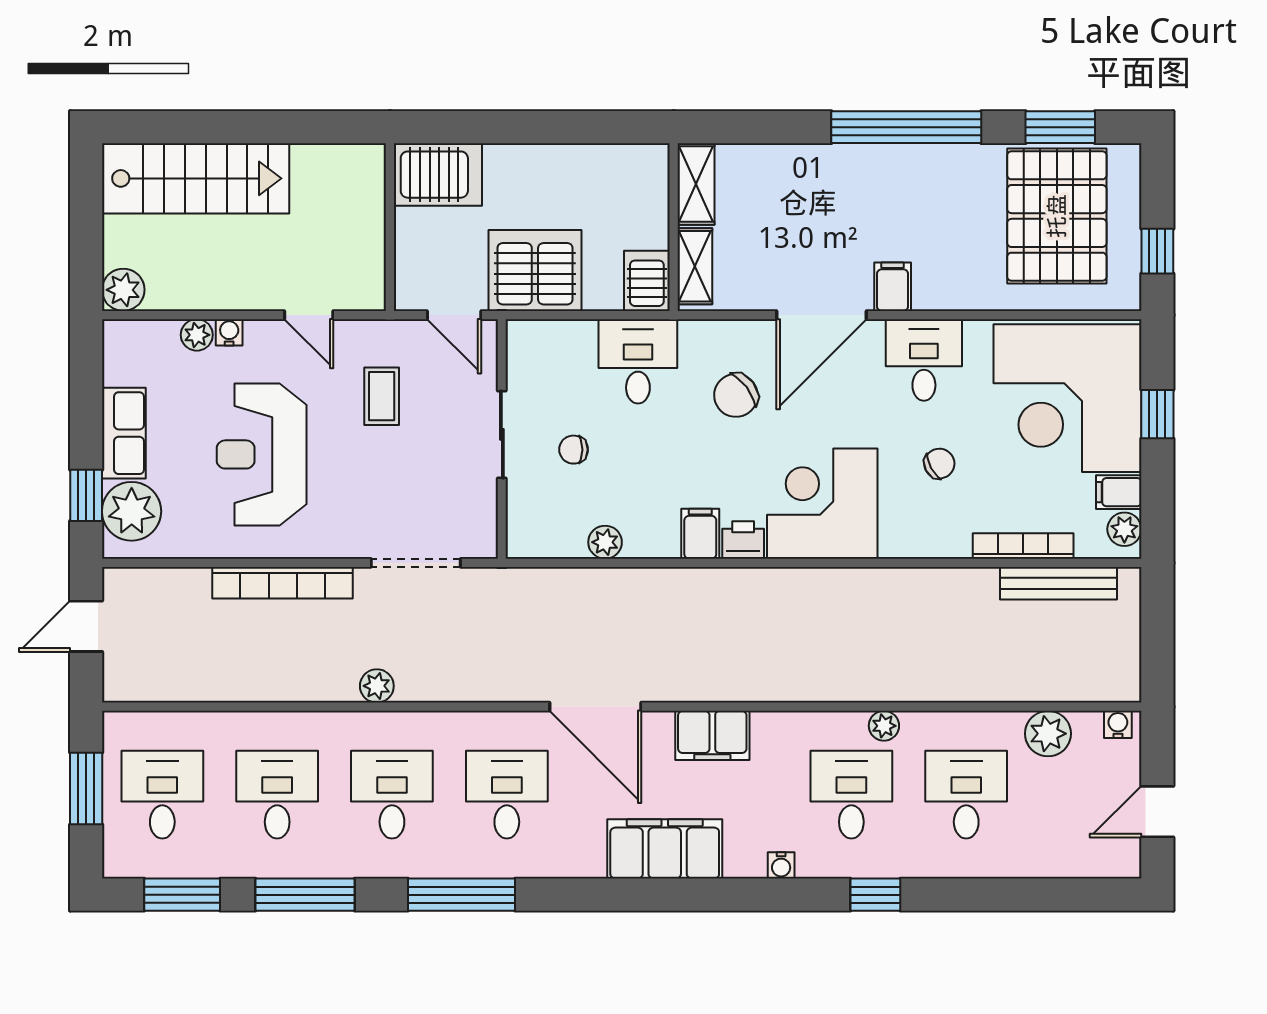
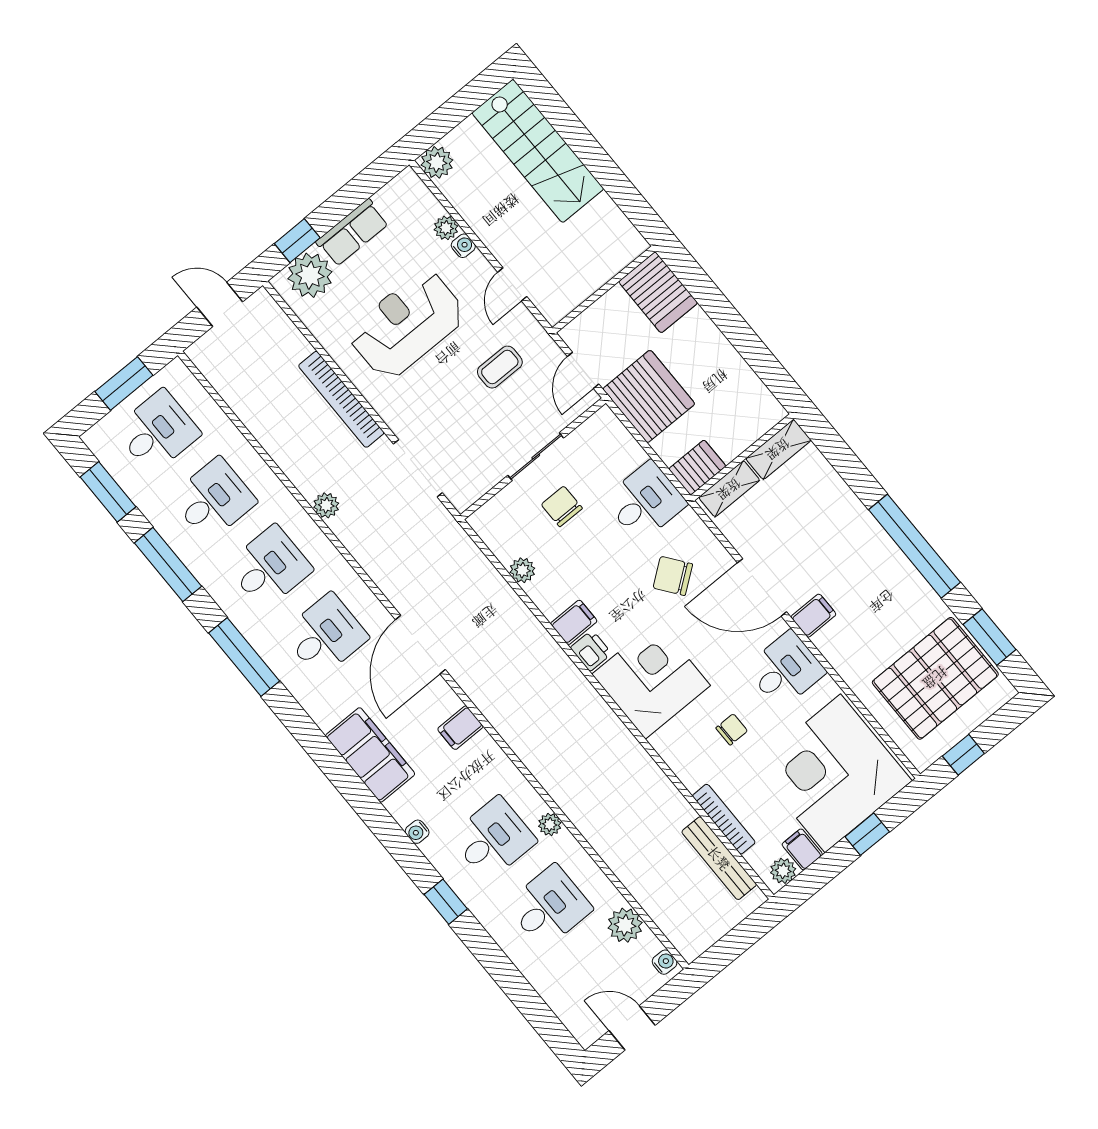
chair: (574, 450) -> (562, 506), width x1.37, depth x1.37
chair: (939, 464) -> (732, 729), turned -62
filing cabinet: (712, 735) -> (460, 728), width x0.50

